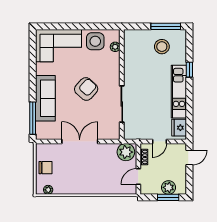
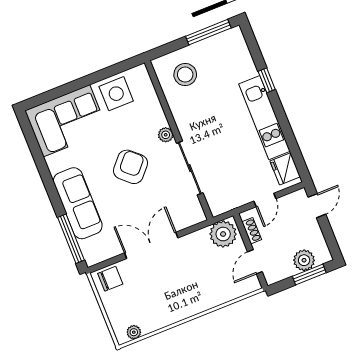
plant: (115, 47) -> (166, 135), moved
stool: (162, 47) -> (185, 75), moved
chair: (46, 168) -> (110, 279), moved

